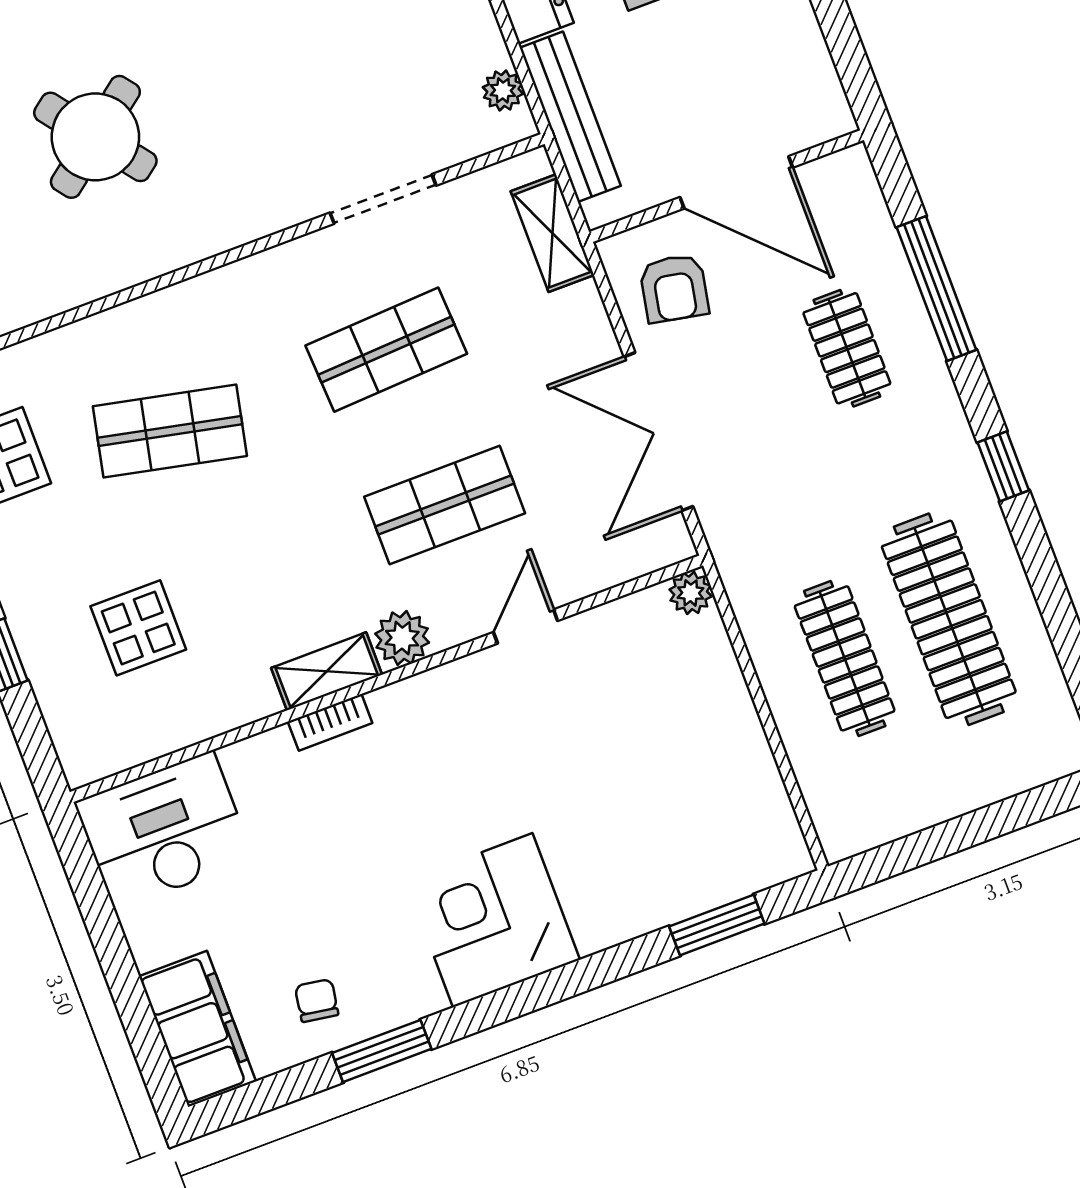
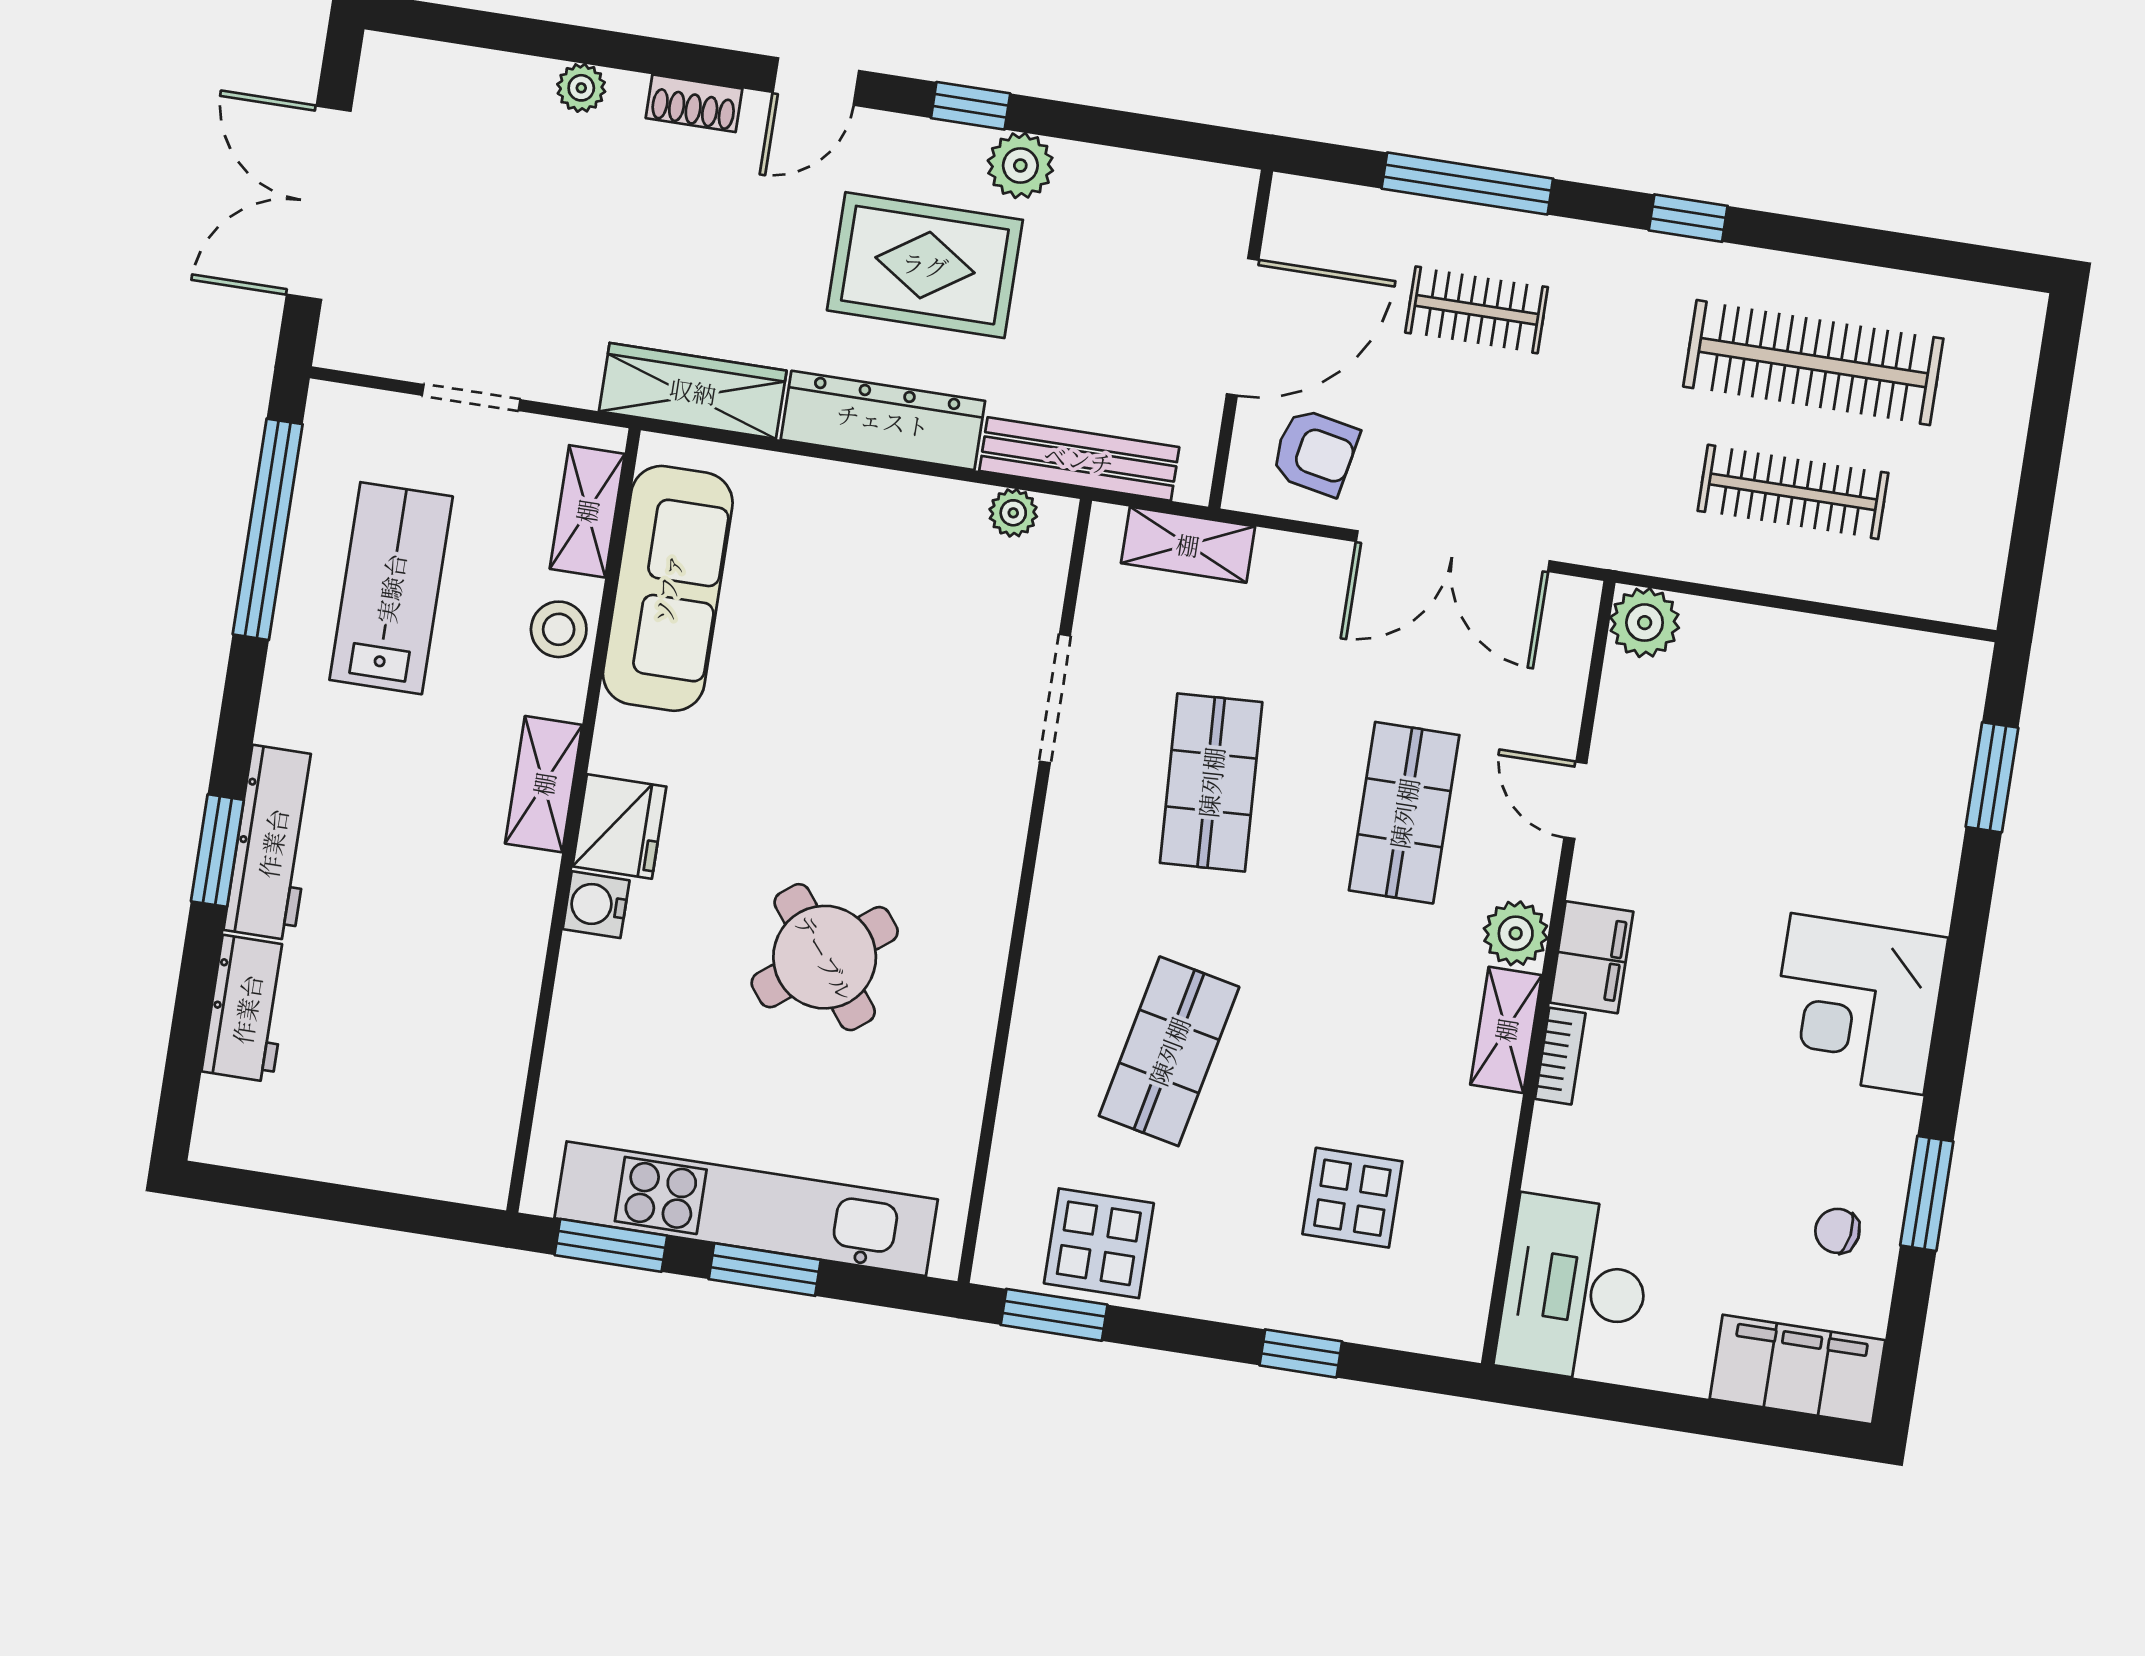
plant: (691, 593) -> (1645, 623), width x1.38, depth x1.38
filing cabinet: (416, 704) -> (1592, 957), added

